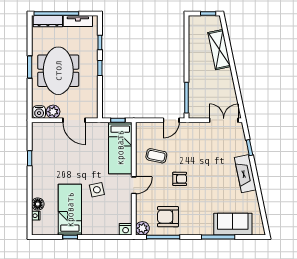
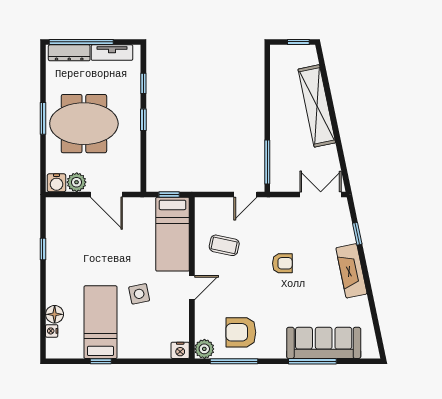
shelving: (219, 50) -> (317, 106), width x1.47
meeting table: (58, 71) -> (84, 124), turned 90
armchair: (180, 179) -> (282, 263), moved
sofa: (233, 224) -> (324, 343), width x1.36

